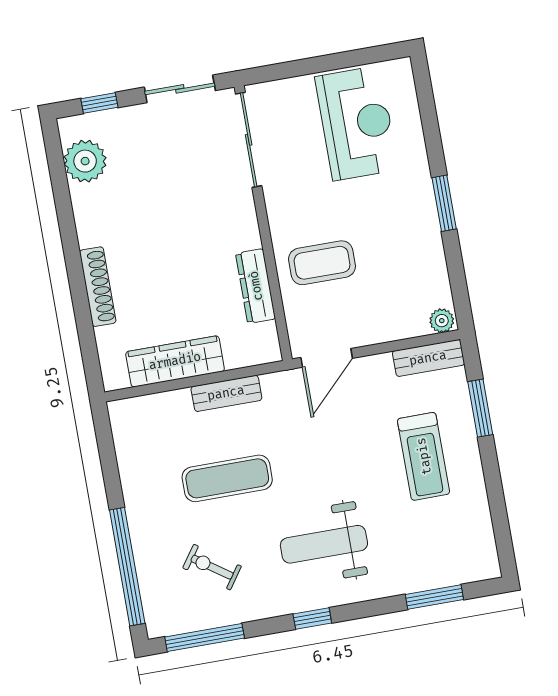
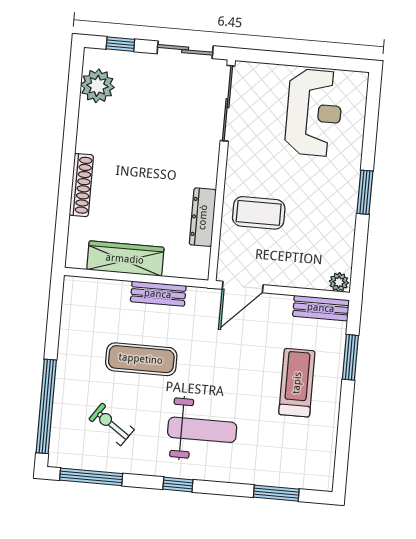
treadmill: (424, 456) -> (297, 383), turned 180
weight bench: (324, 544) -> (202, 430), turned 180

